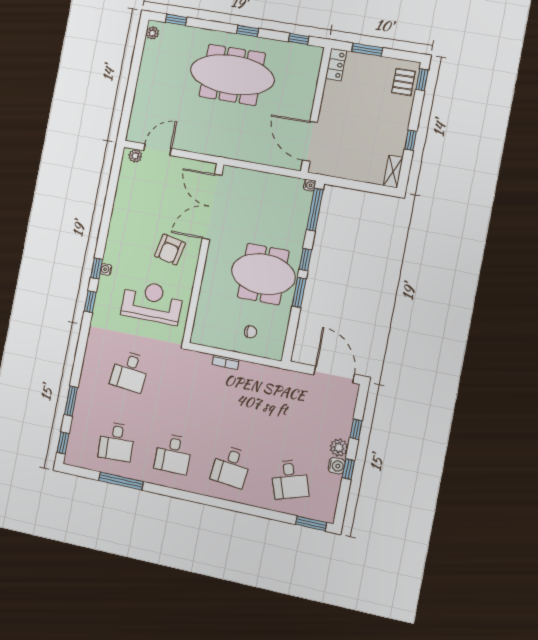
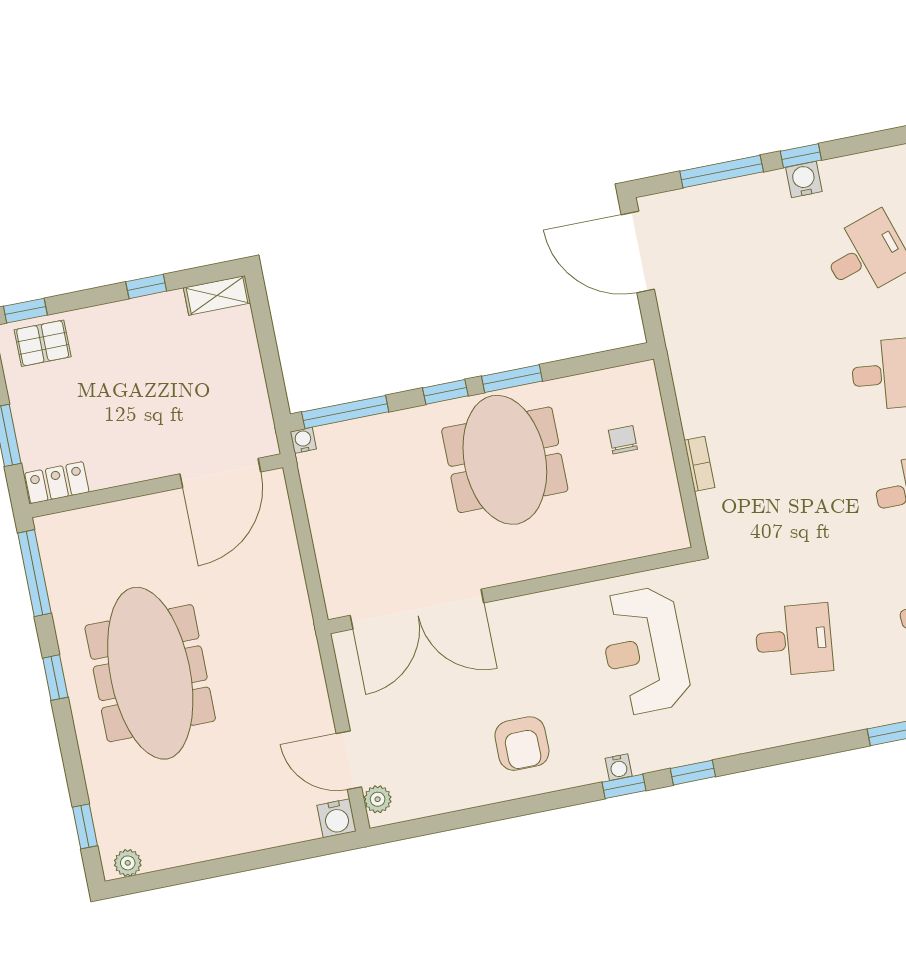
window: (299, 39) -> (34, 573), width x2.17
water cooler: (134, 134) -> (336, 818), added
armchair: (170, 250) -> (522, 744), moved, turned 78
door: (334, 375) -> (638, 252), hinge flipped
window: (356, 429) -> (722, 172), width x2.17
plant: (339, 448) -> (769, 189), removed

